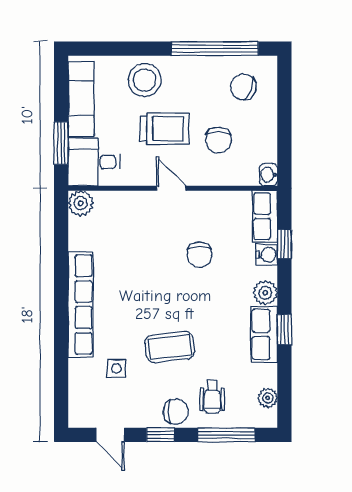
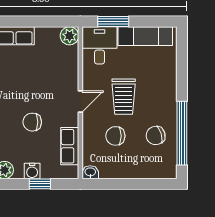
stool: (145, 80) -> (159, 82), removed
chair: (243, 87) -> (156, 135), moved, turned -128
row of seats: (265, 216) -> (70, 146), moved, turned -90

